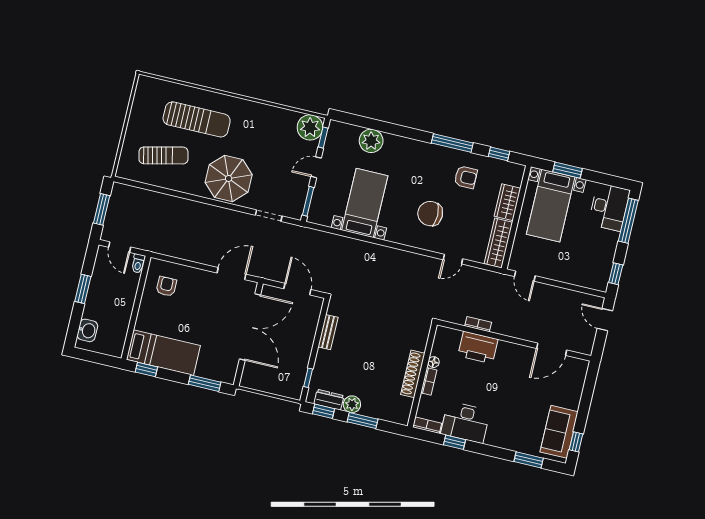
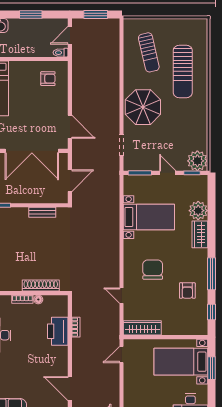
wardrobe: (507, 202) -> (200, 234), moved, turned -90
shoe rack: (413, 374) -> (41, 286), moved

